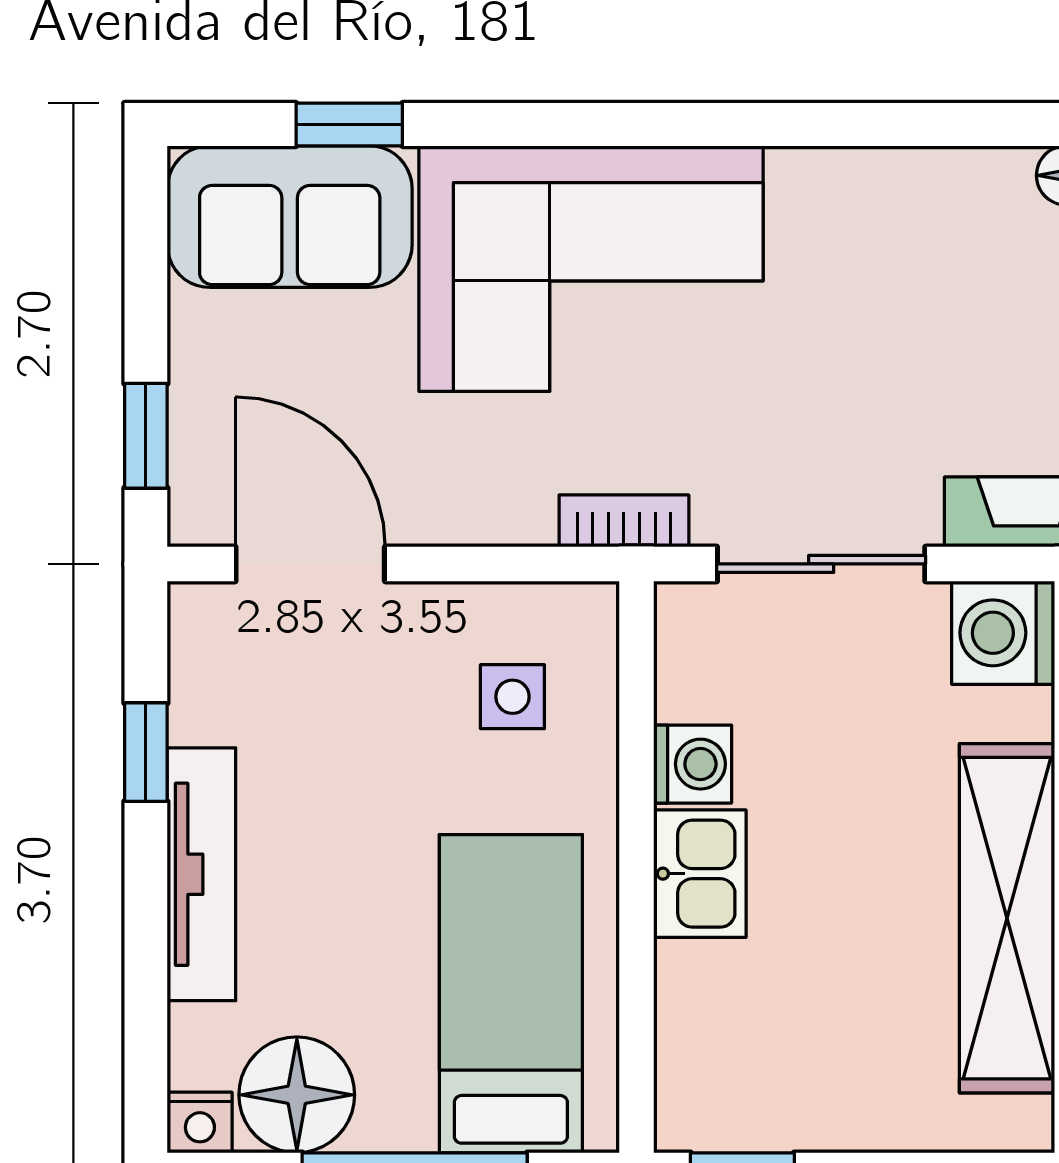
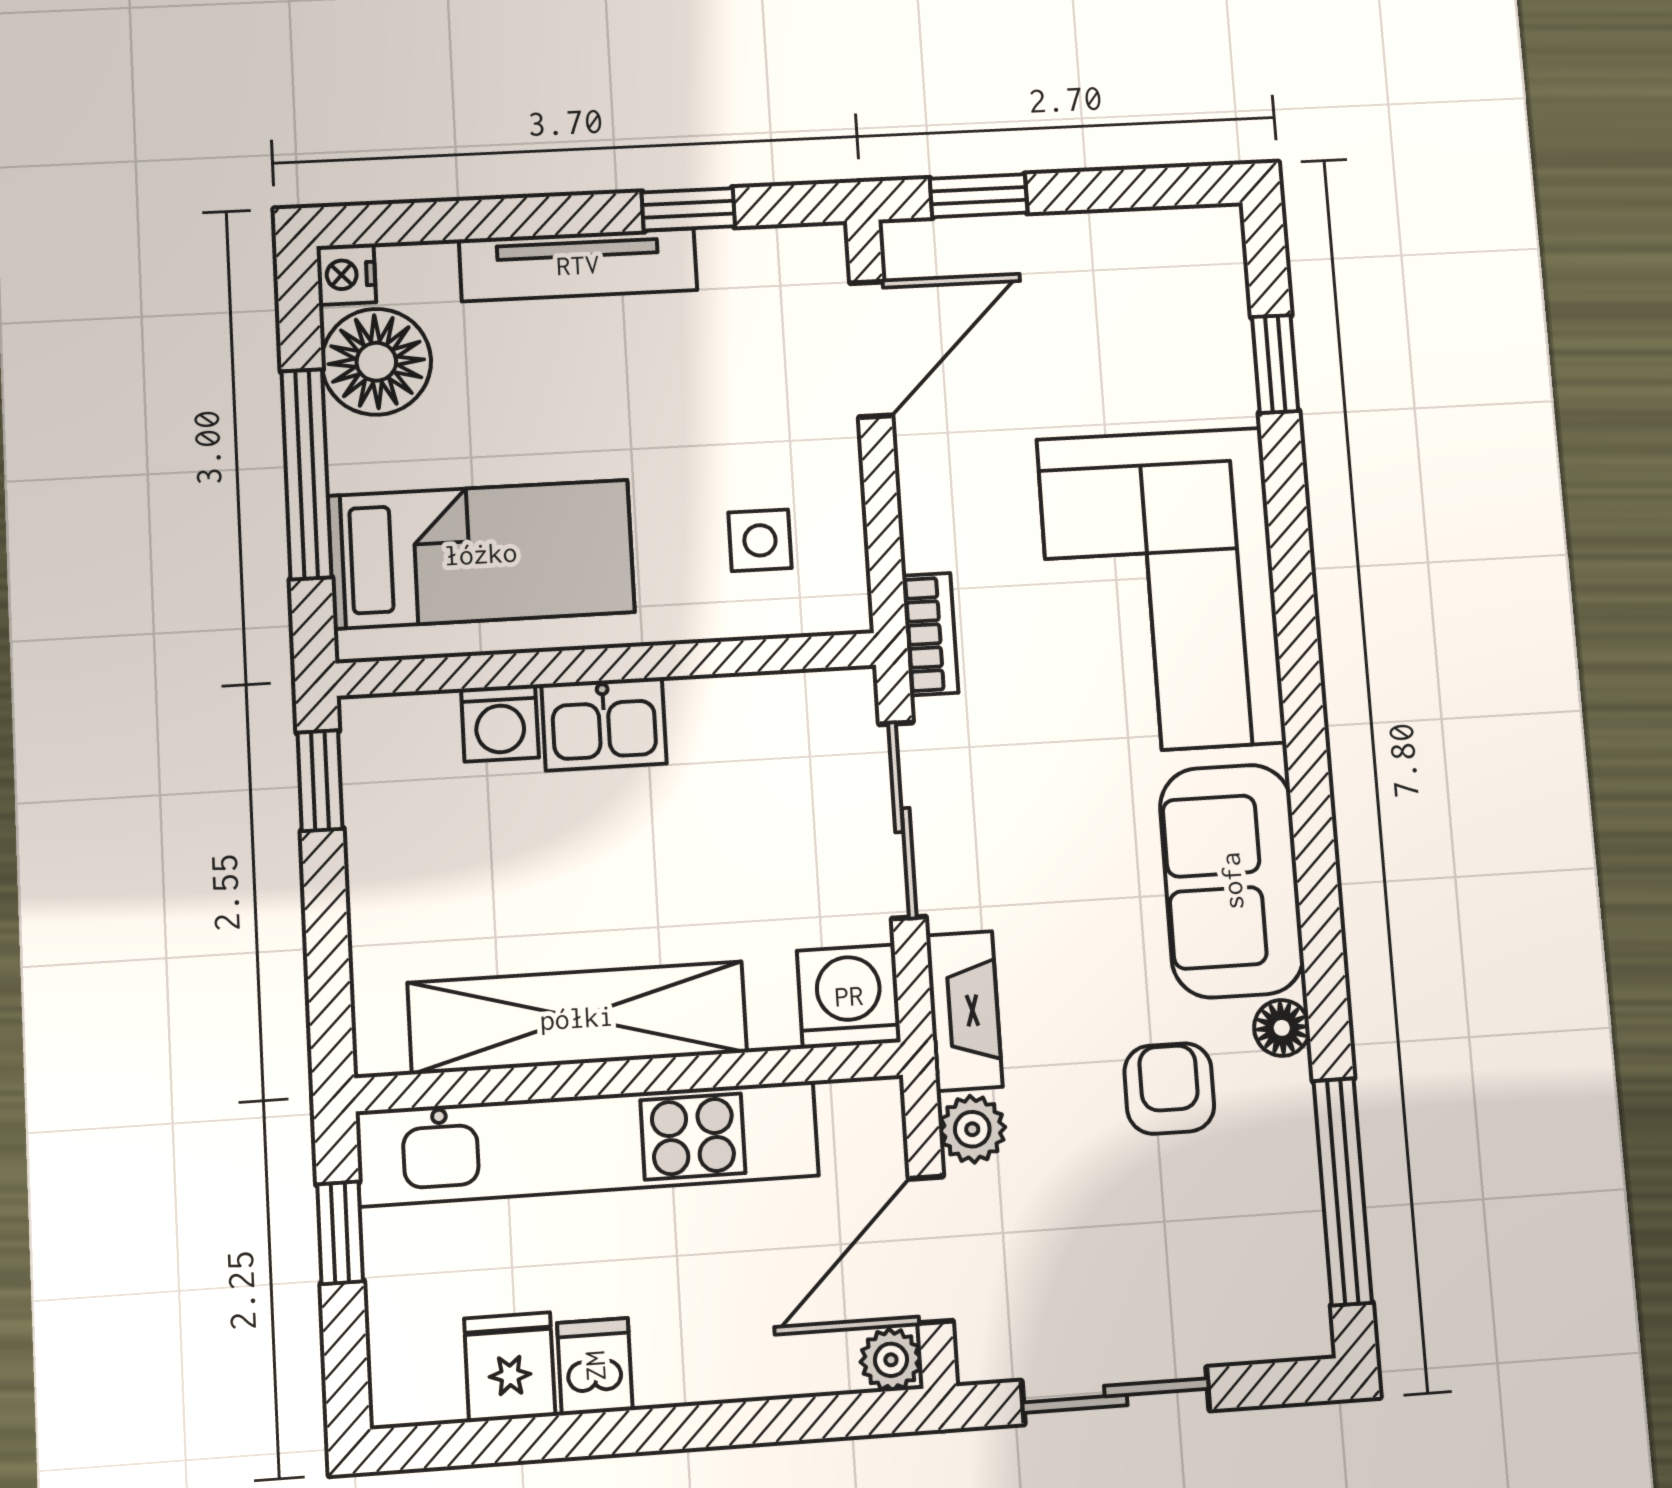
sofa: (290, 217) -> (1232, 881), moved
washing machine: (693, 764) -> (500, 723), moved

